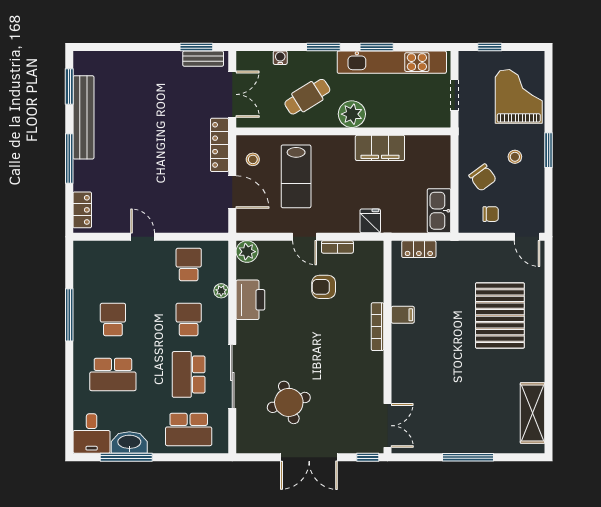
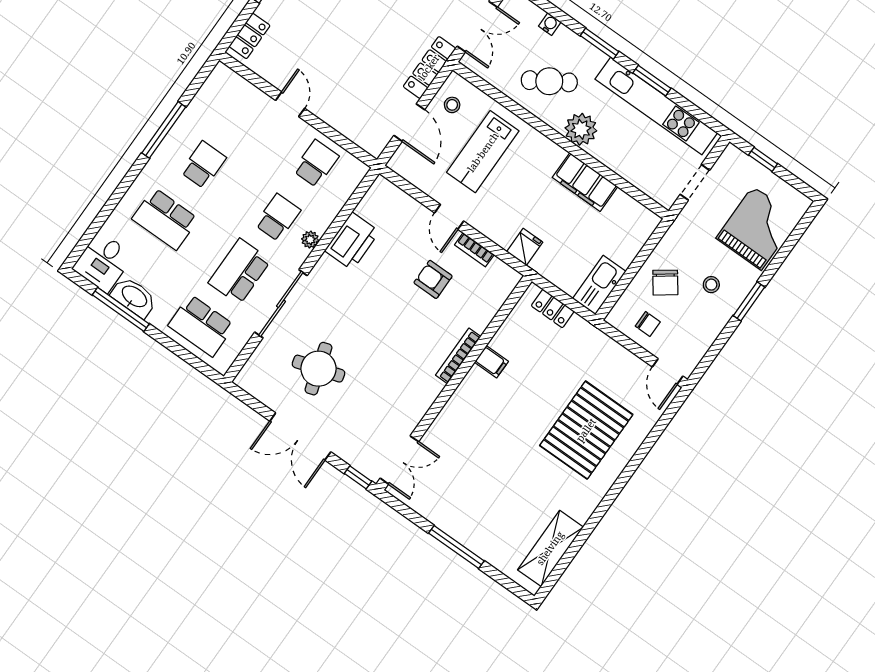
plant: (247, 252) -> (382, 191), removed
plant: (221, 291) -> (310, 240), moved

